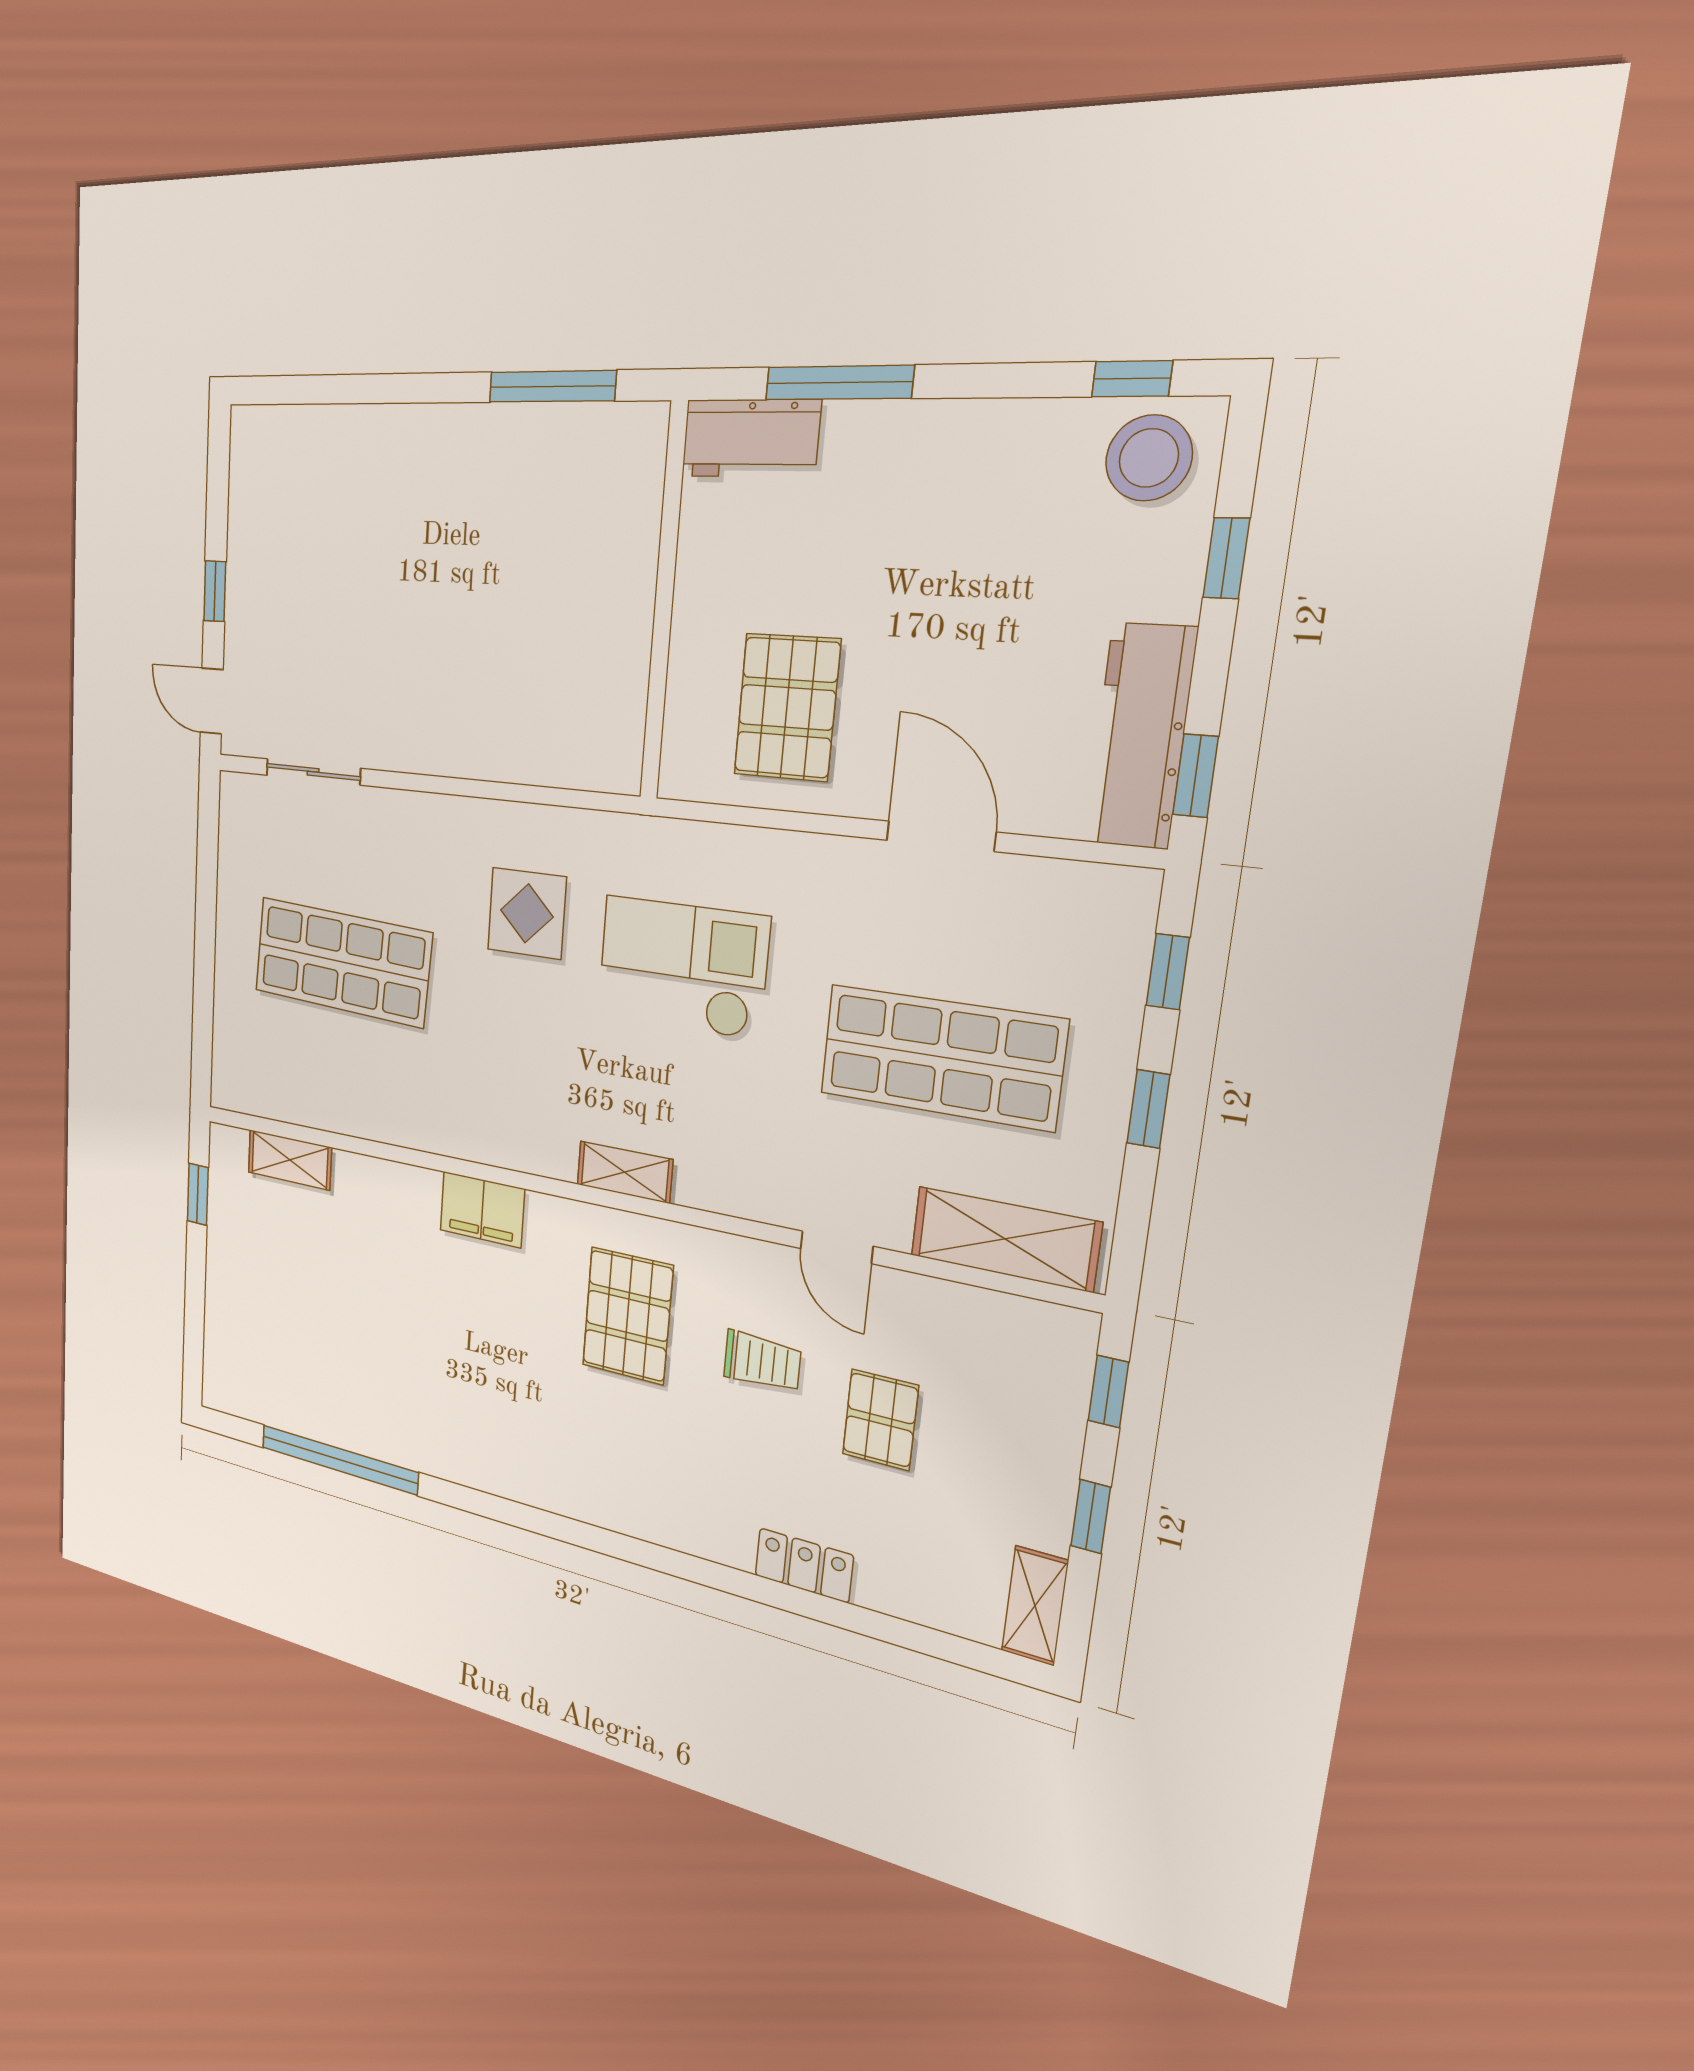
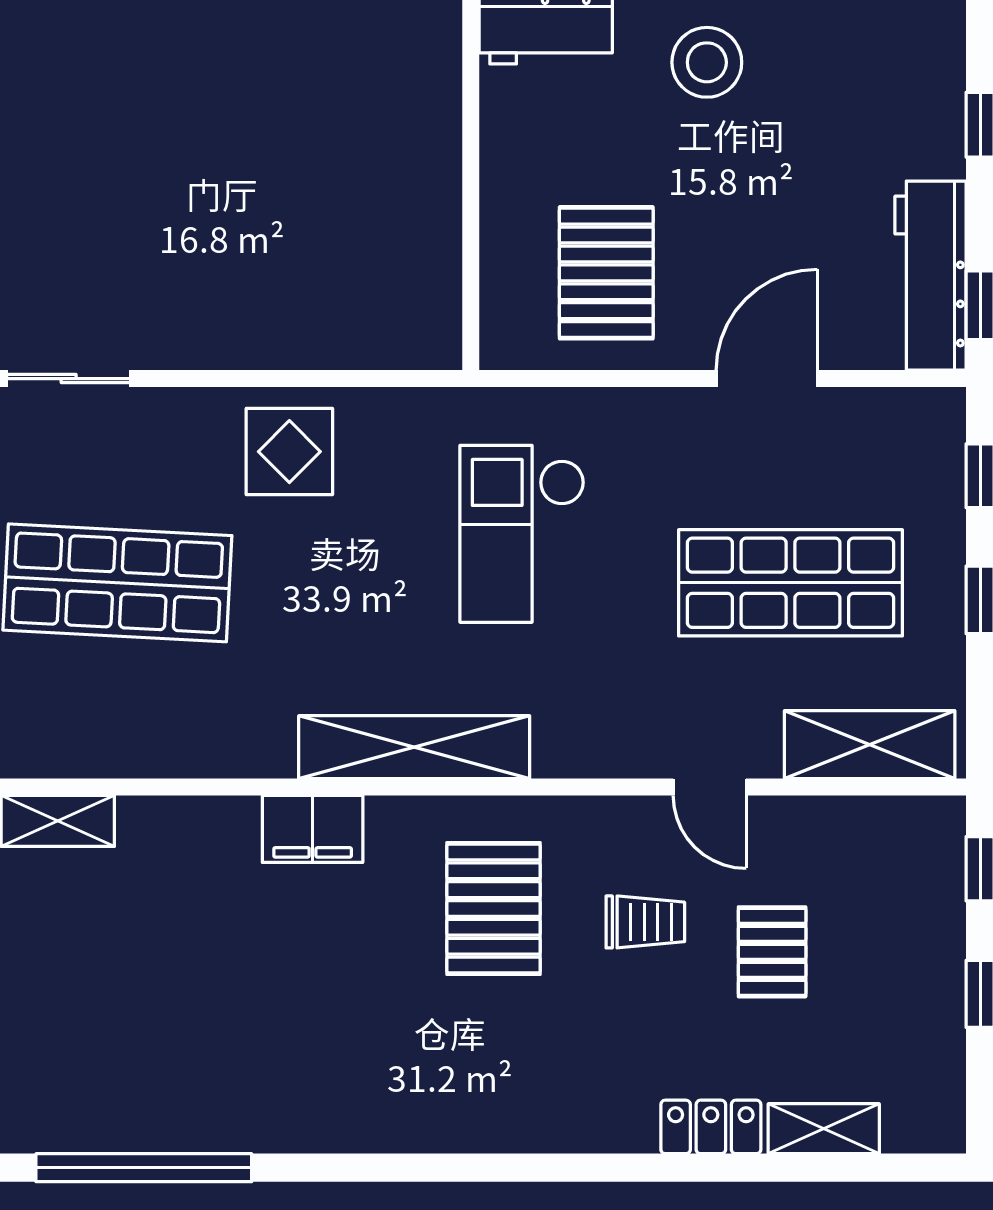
stool: (1149, 458) -> (707, 62), moved
door: (941, 836) -> (767, 379), hinge flipped
display table: (527, 913) -> (289, 452), moved
checkout: (682, 967) -> (522, 534), turned -90
shelving: (625, 1172) -> (414, 747), width x2.20, depth x1.33
shelving: (1035, 1606) -> (824, 1129), moved, turned 90

